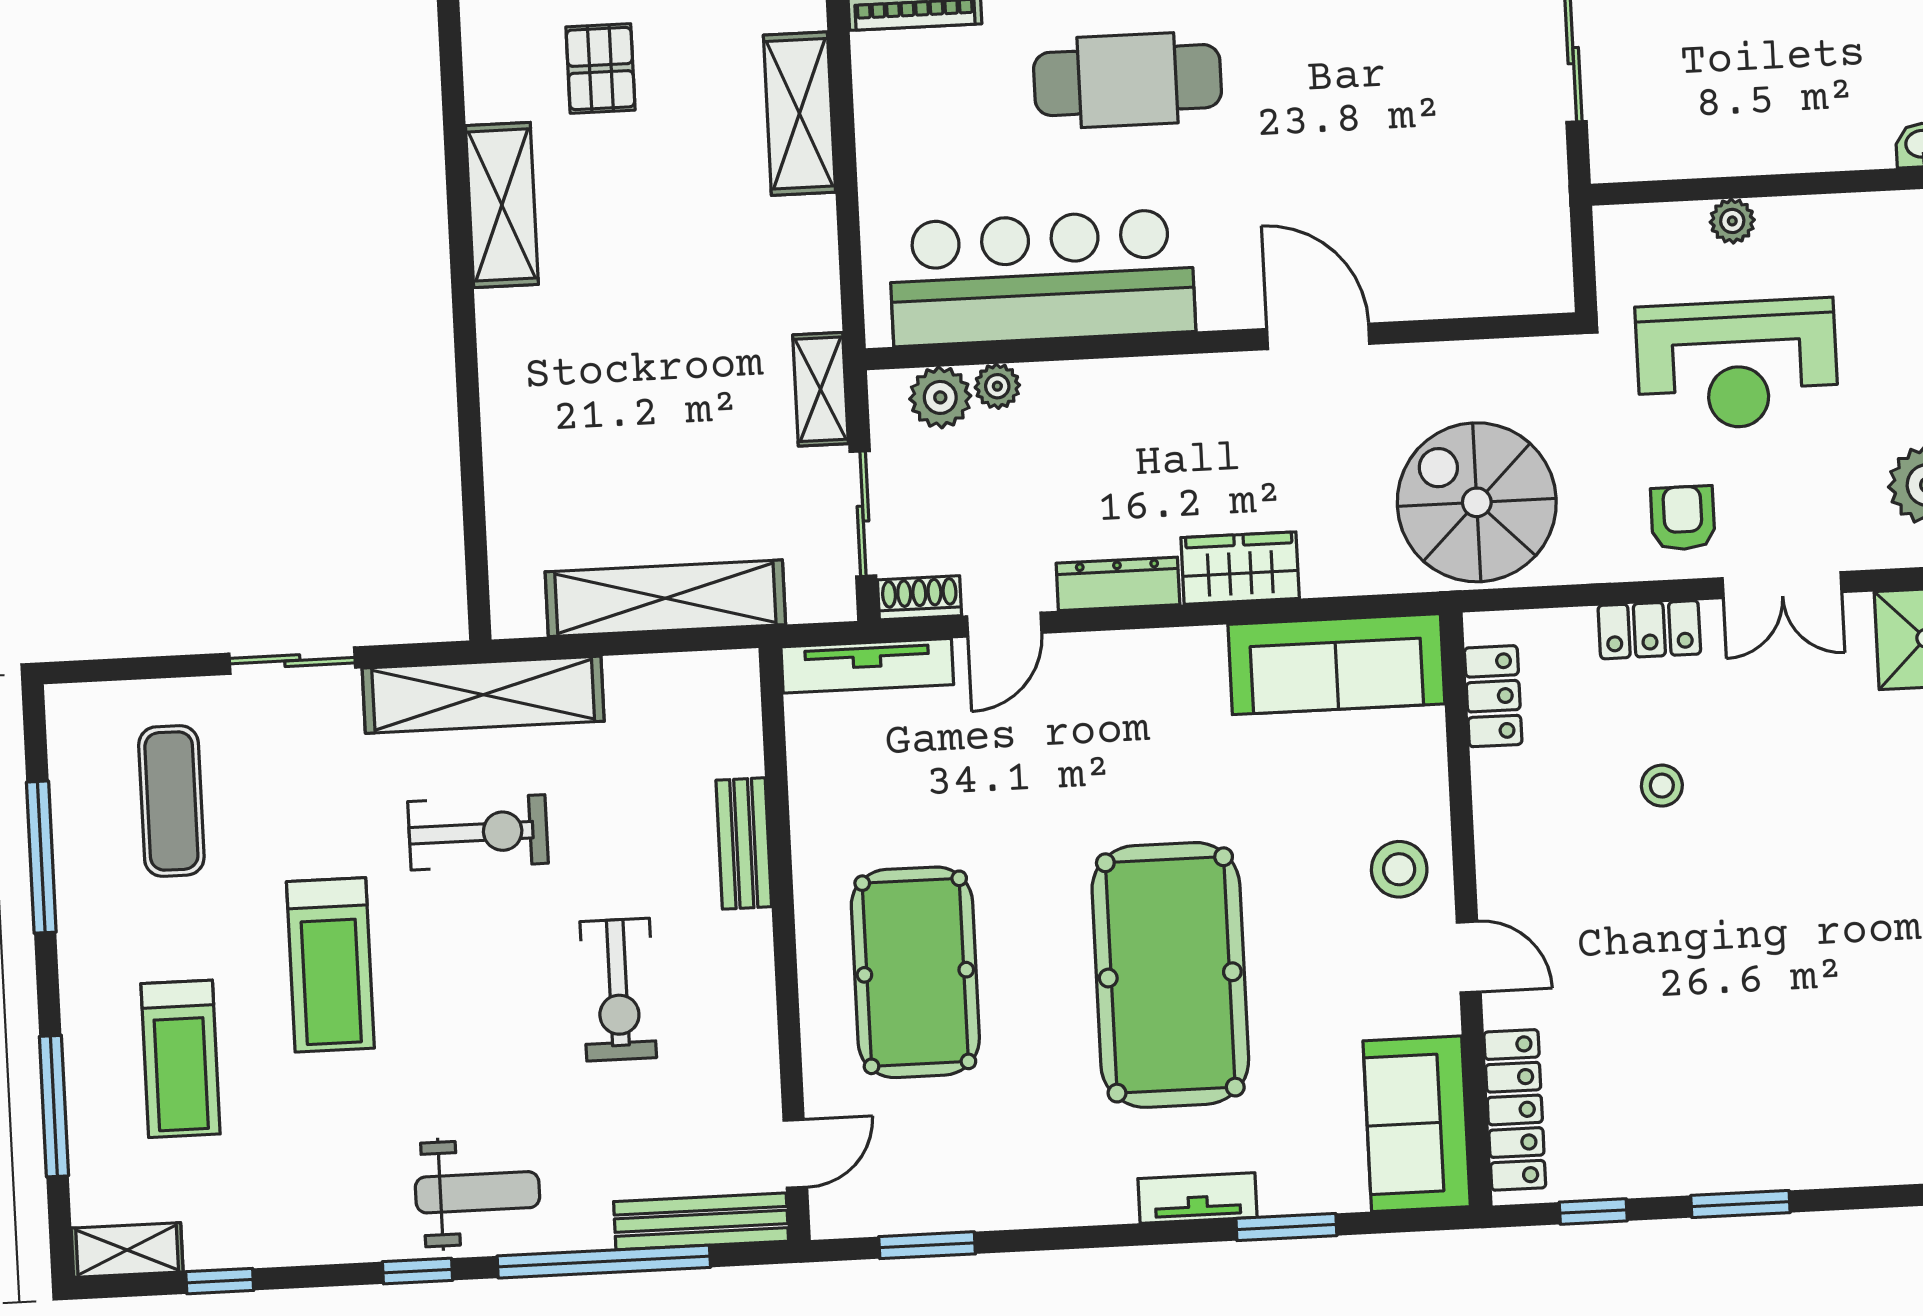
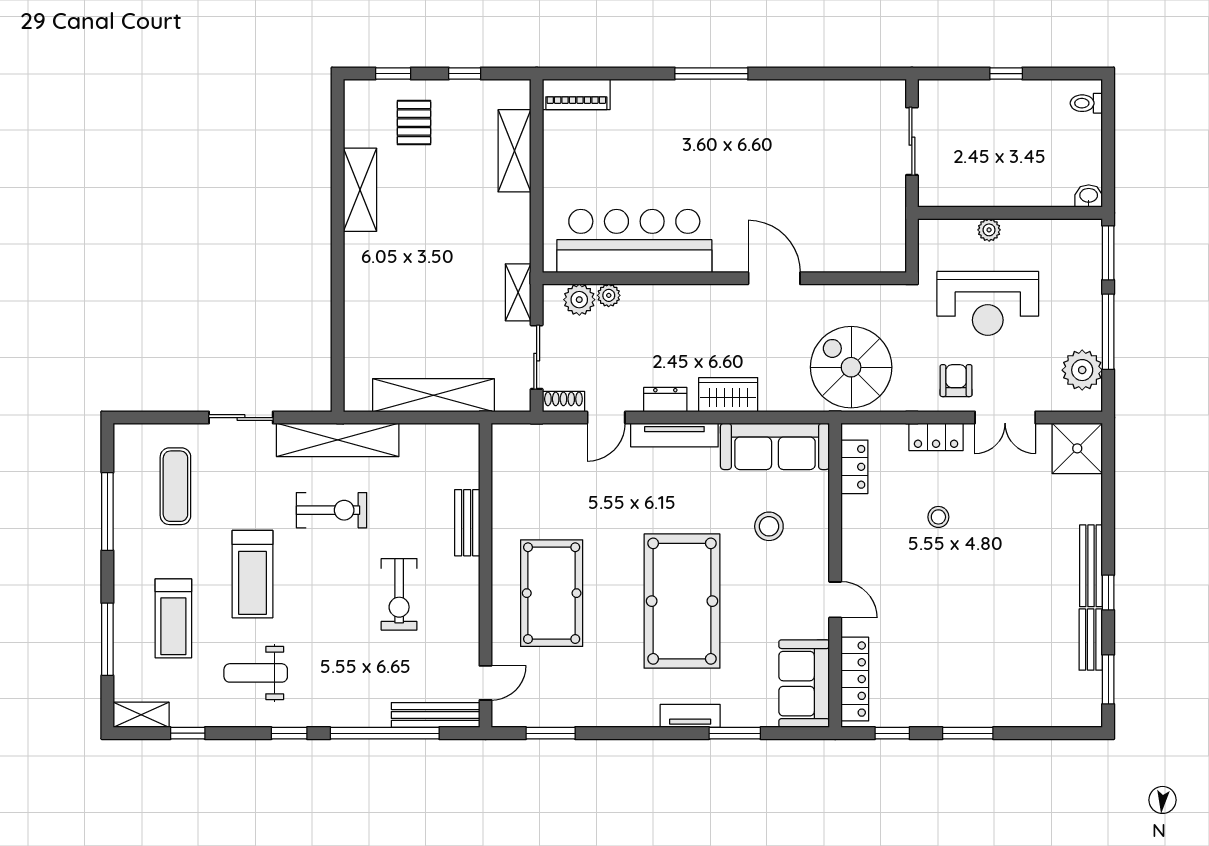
cafe table: (1127, 80) -> (683, 142), removed
dresser: (1118, 584) -> (665, 400), width x0.70
tv unit: (867, 666) -> (674, 435), moved
stool: (1399, 869) -> (769, 526), moved
weight bench: (477, 1192) -> (256, 673), moved, turned 180

